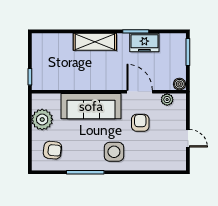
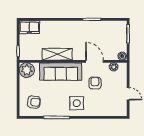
shelving: (95, 42) -> (57, 54), moved
freezer: (144, 43) -> (29, 27), moved
plant: (42, 119) -> (27, 70), moved

